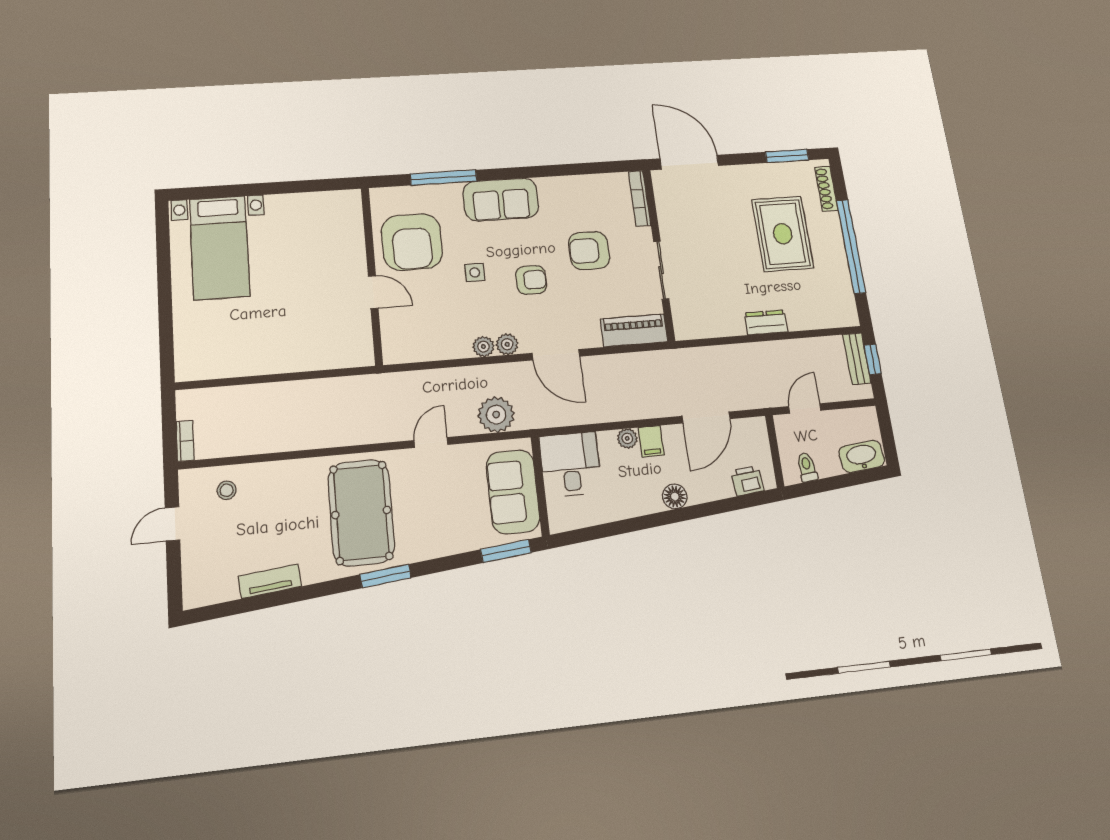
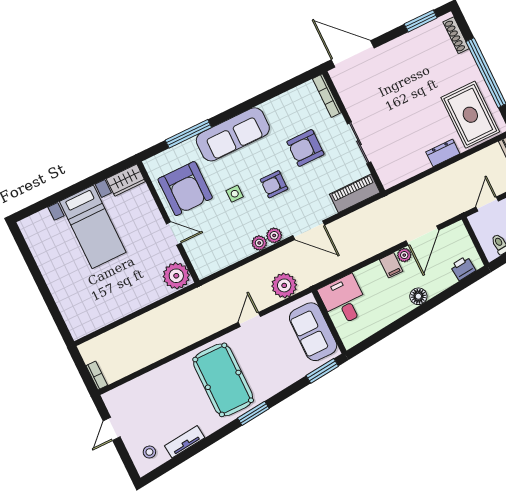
sofa: (501, 200) -> (233, 134), width x1.36
wardrobe: (338, 203) -> (126, 180), added
rug: (783, 234) -> (470, 115), moved
bed with nightstands: (220, 247) -> (93, 227), moved
armchair: (531, 280) -> (274, 184), turned 180
plant: (354, 348) -> (176, 276), added
plant: (627, 438) -> (404, 255), moved
stool: (227, 490) -> (149, 452), moved

